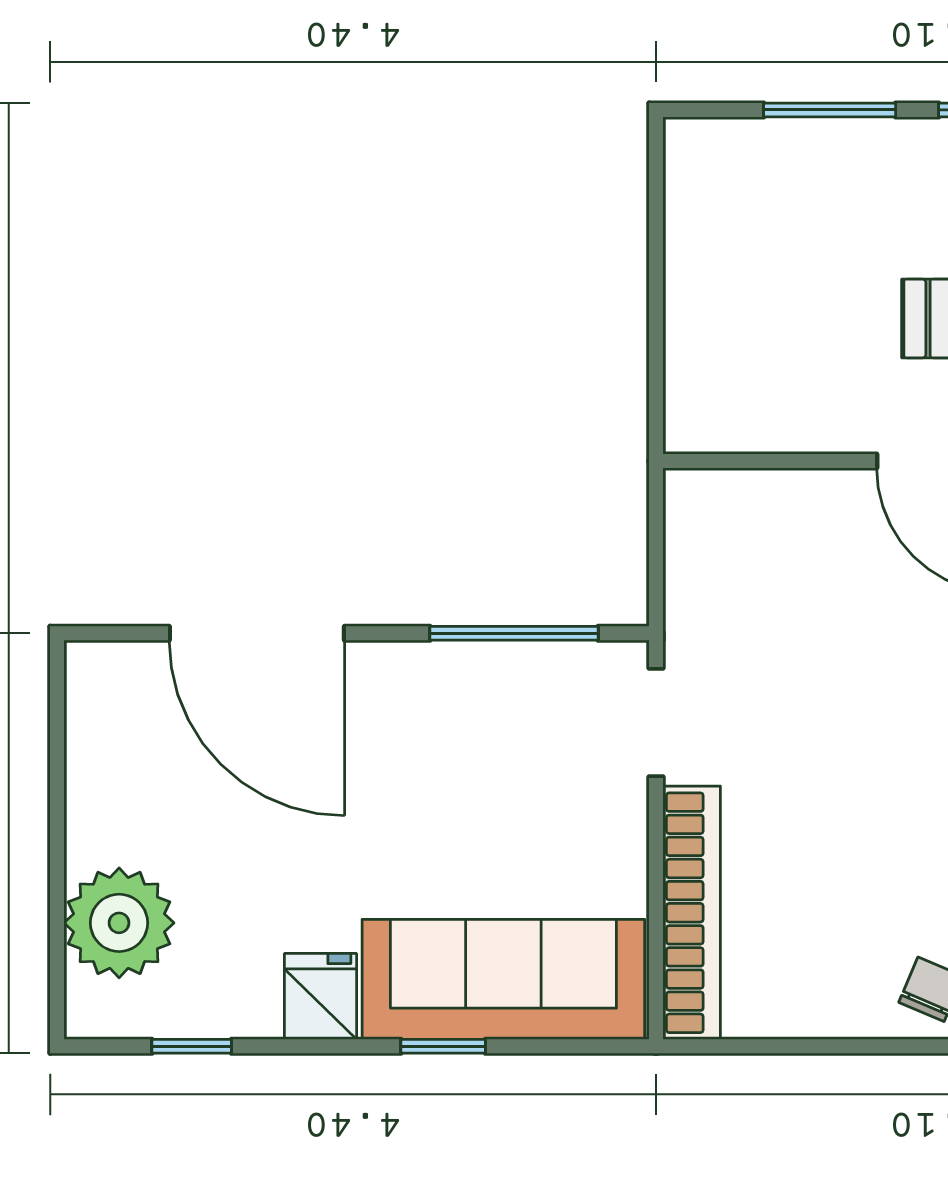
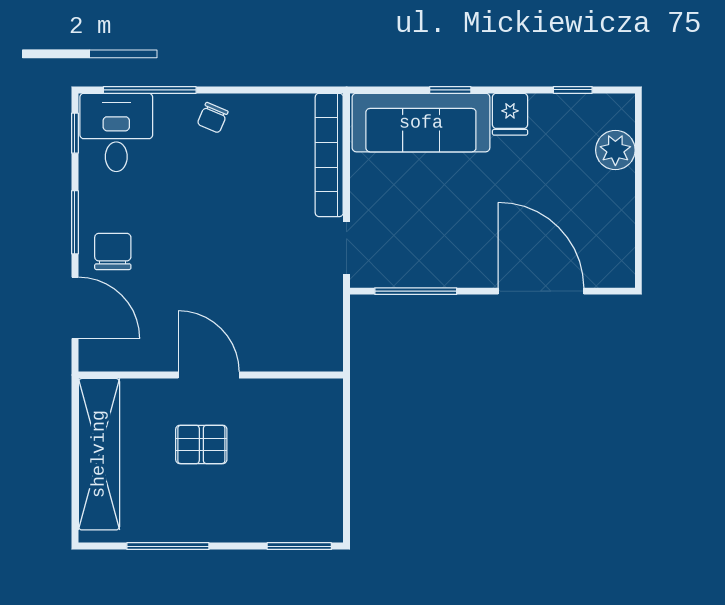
window: (830, 110) -> (299, 546), moved
plant: (119, 923) -> (615, 150), width x0.73, depth x0.73

